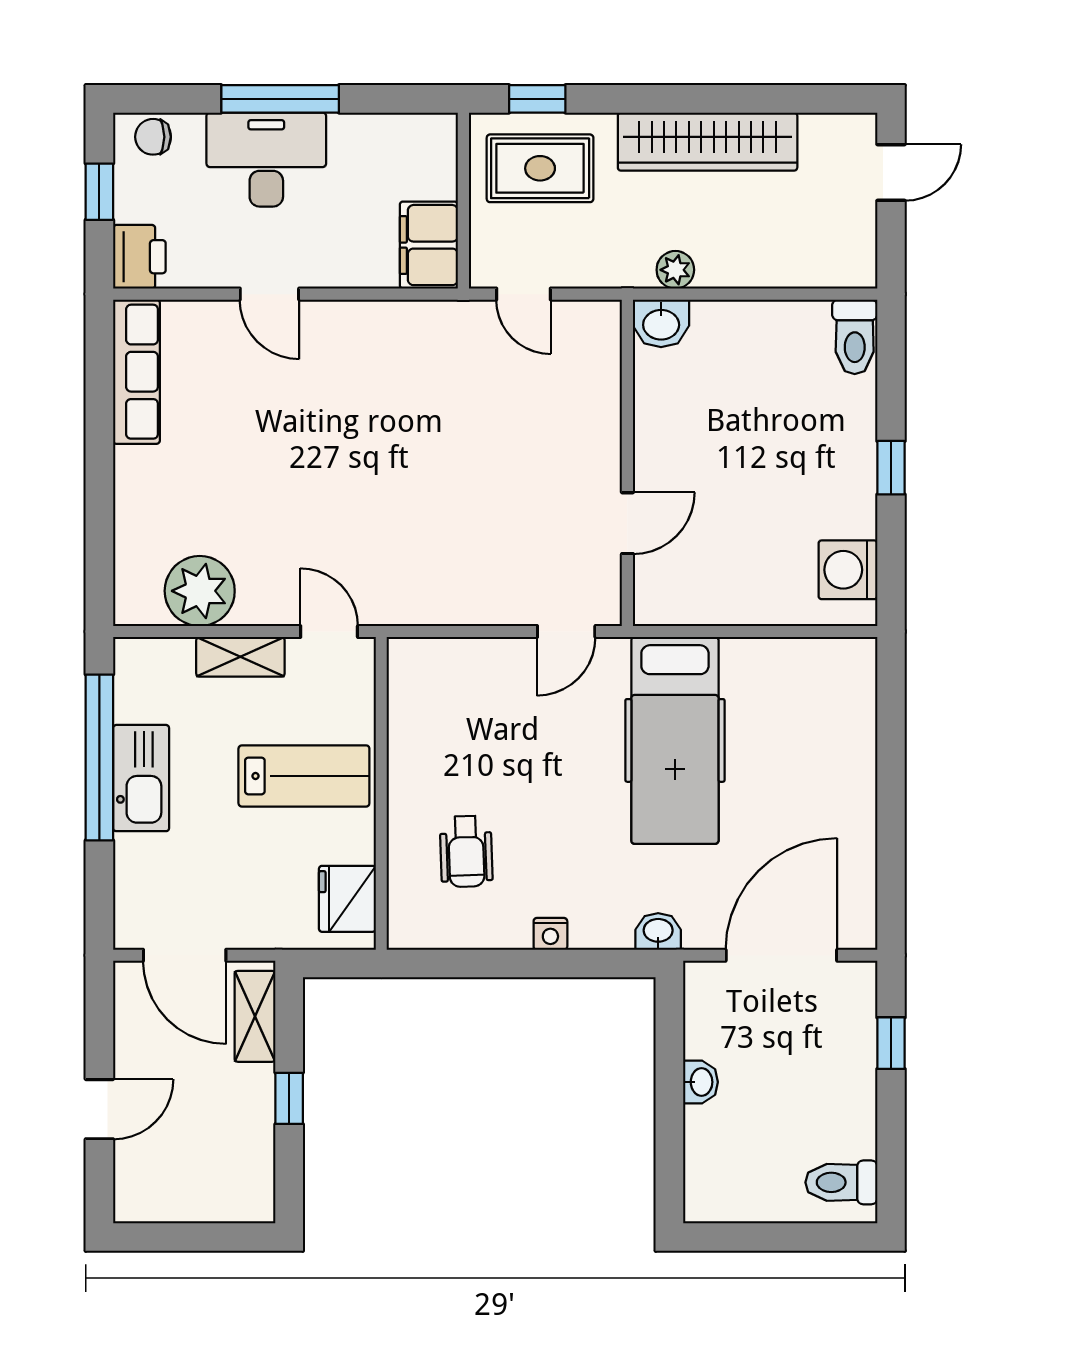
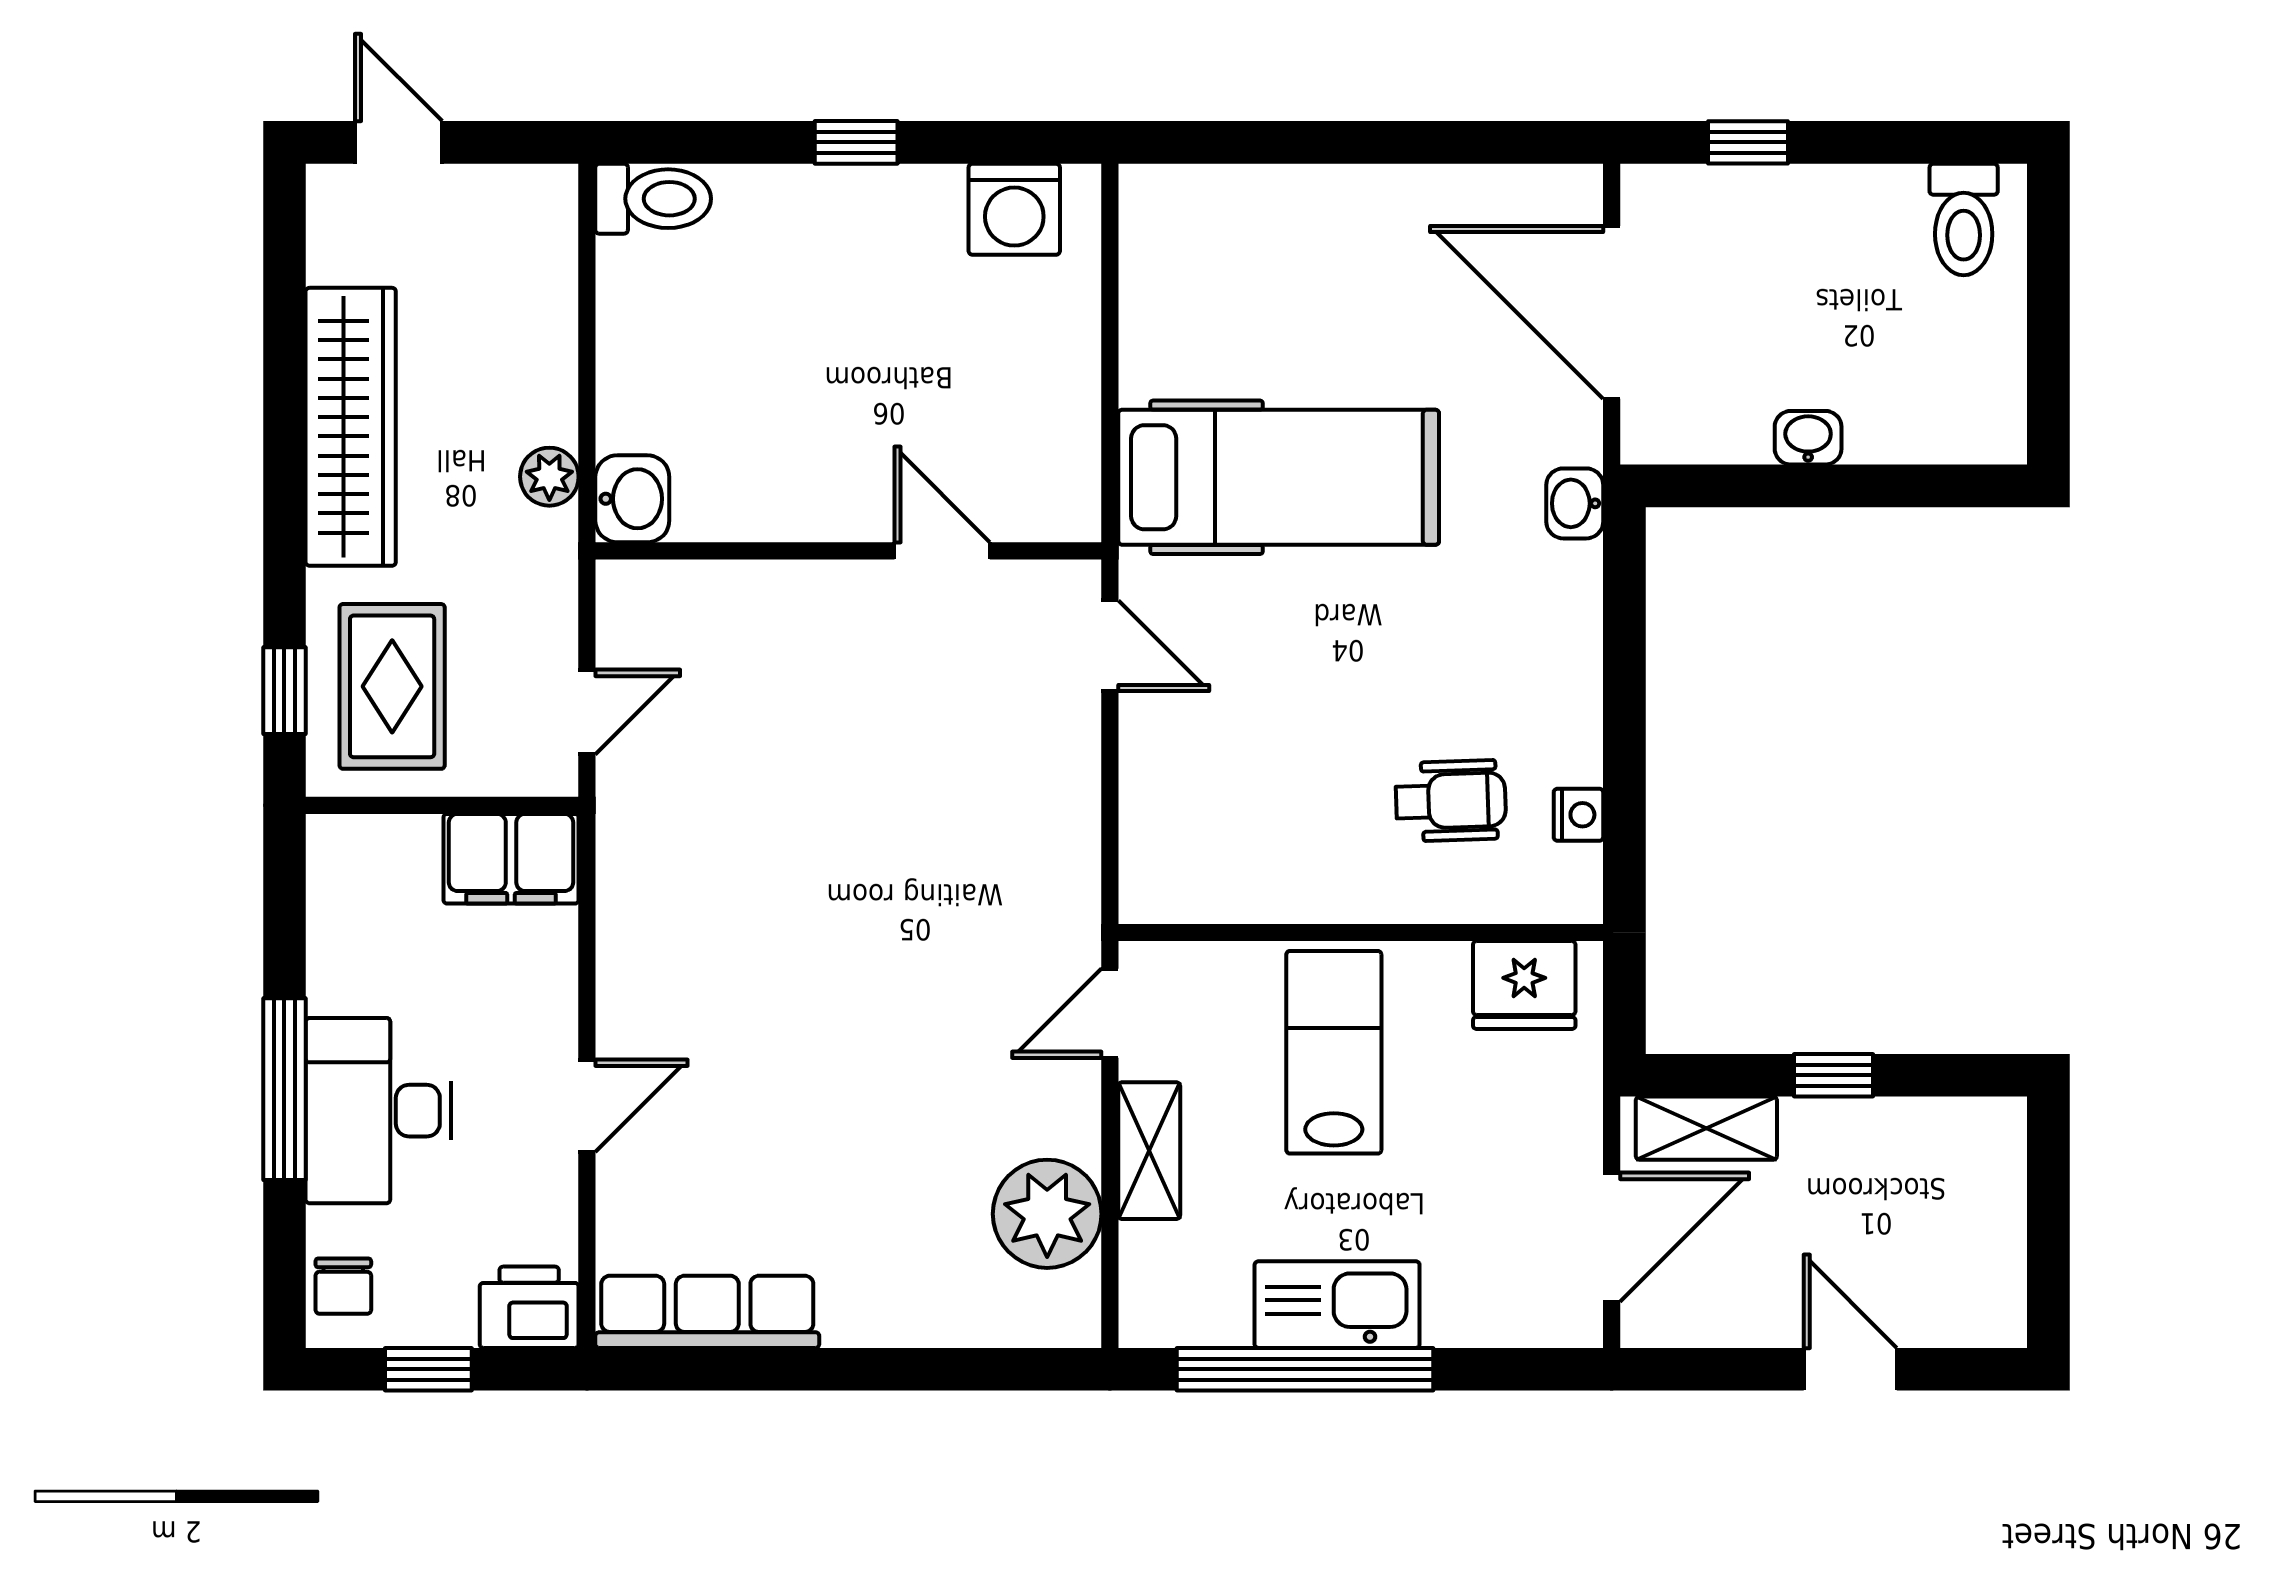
nightstand: (550, 934) -> (1578, 815), moved

